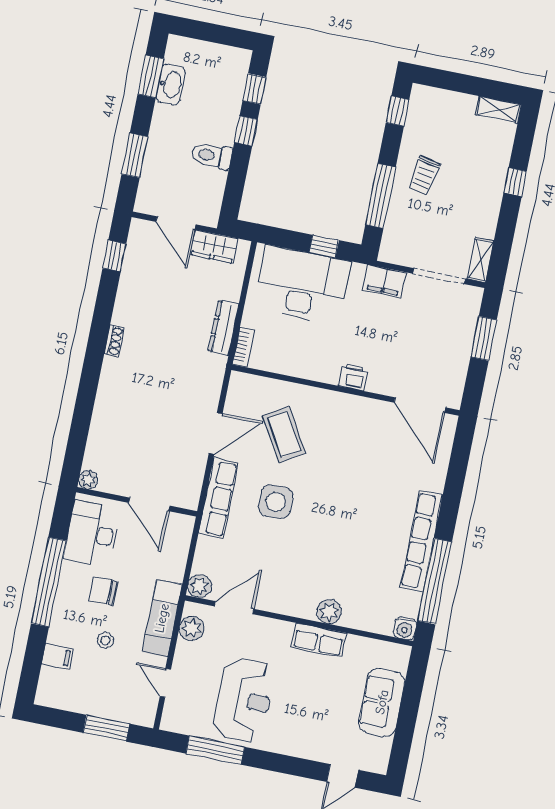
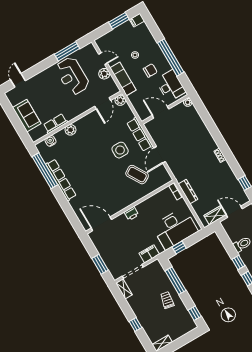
plant: (192, 628) -> (104, 74), moved
water cooler: (405, 628) -> (50, 141), moved
row of seats: (319, 640) -> (55, 124), moved
filing cabinet: (57, 656) -> (137, 20), moved
window: (106, 728) -> (119, 21), moved

